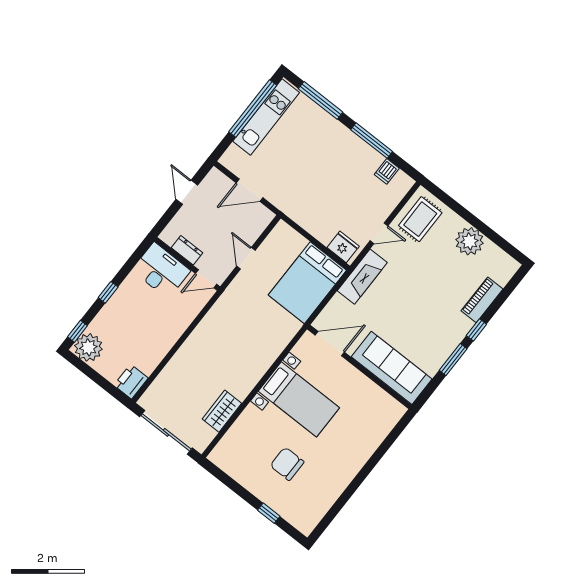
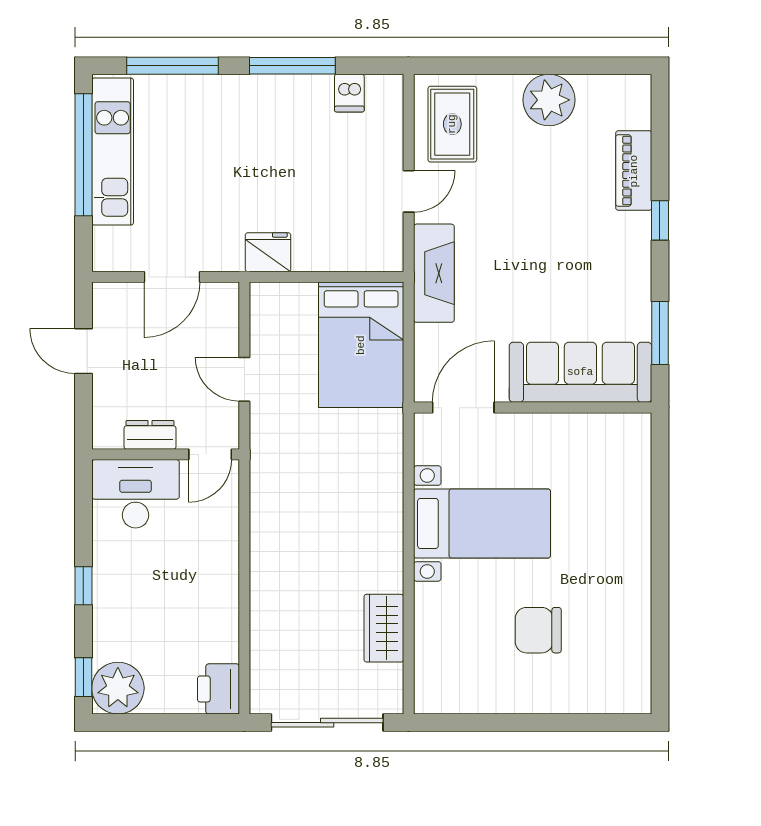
fridge: (343, 247) -> (268, 252), moved
window: (453, 360) -> (660, 333), moved
window: (269, 513) -> (568, 723), removed

